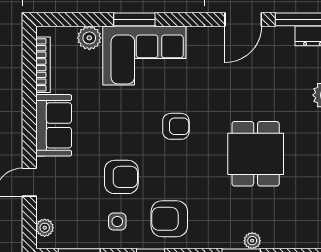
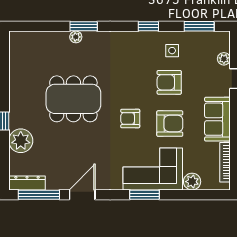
window: (134, 19) -> (145, 195), moved
dining table: (256, 154) -> (73, 99), width x1.38
armchair: (169, 219) -> (170, 124), moved
plant: (45, 228) -> (224, 59), moved

